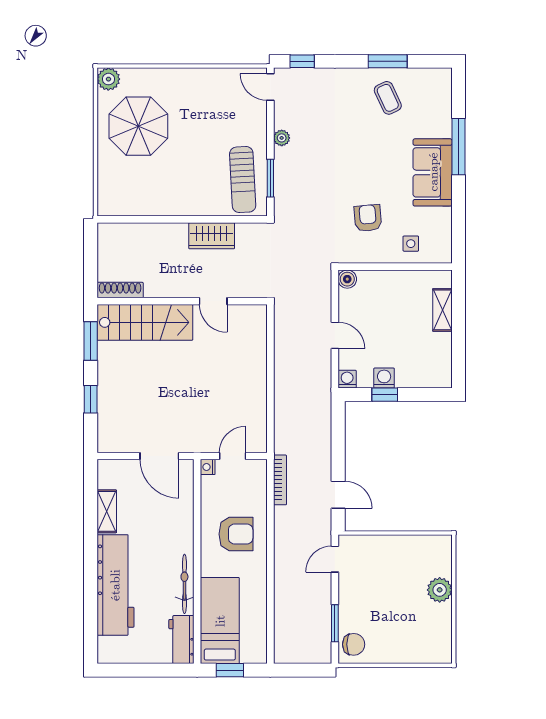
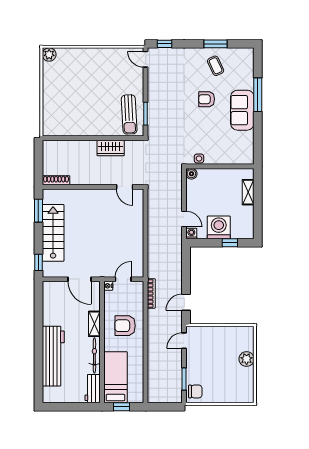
parasol: (138, 126) -> (67, 83), removed
plant: (282, 138) -> (152, 90), removed
armchair: (368, 218) -> (207, 99), moved, turned -85
side table: (411, 244) -> (199, 159), moved
door: (213, 301) -> (125, 187), moved
stairs: (145, 322) -> (53, 233), moved, turned -90
door: (335, 335) -> (184, 219), moved
washing machine: (384, 378) -> (219, 227), width x1.89, depth x1.89
window: (385, 395) -> (230, 243), moved
window: (91, 399) -> (38, 262), moved
door: (338, 495) -> (186, 302), swing flipped
shelving: (107, 511) -> (94, 324), moved
armchair: (236, 534) -> (125, 326), turned 180

